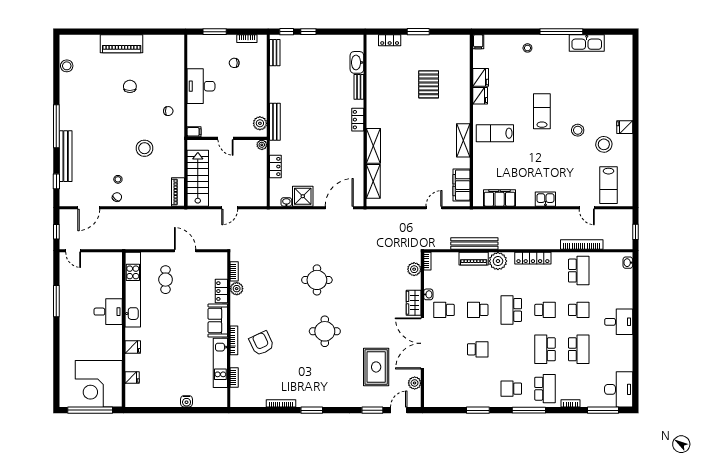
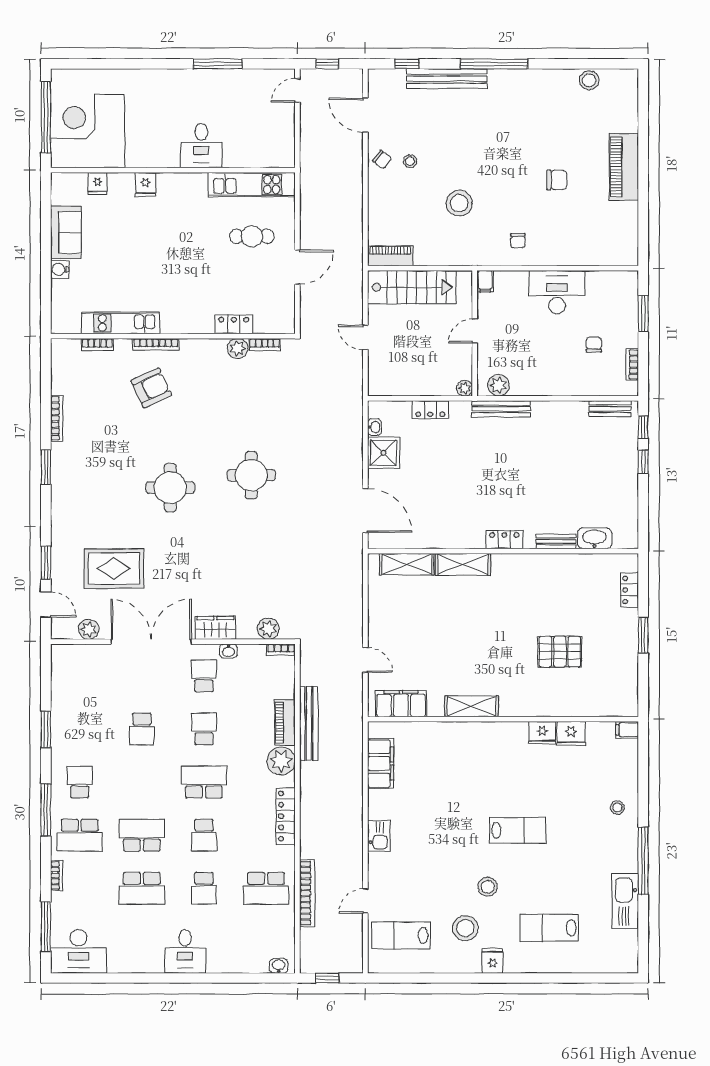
lab bench: (495, 133) -> (549, 928), moved, turned -90
kitchen unit: (133, 290) -> (252, 185), width x0.73
sofa: (218, 321) -> (66, 232), moved, turned 90

